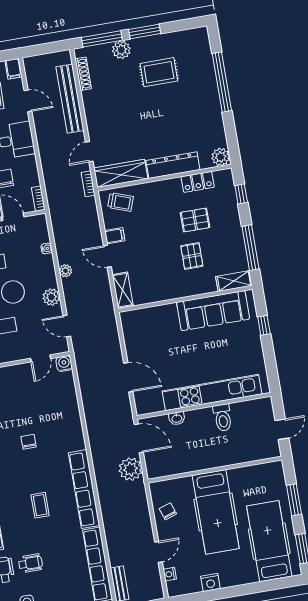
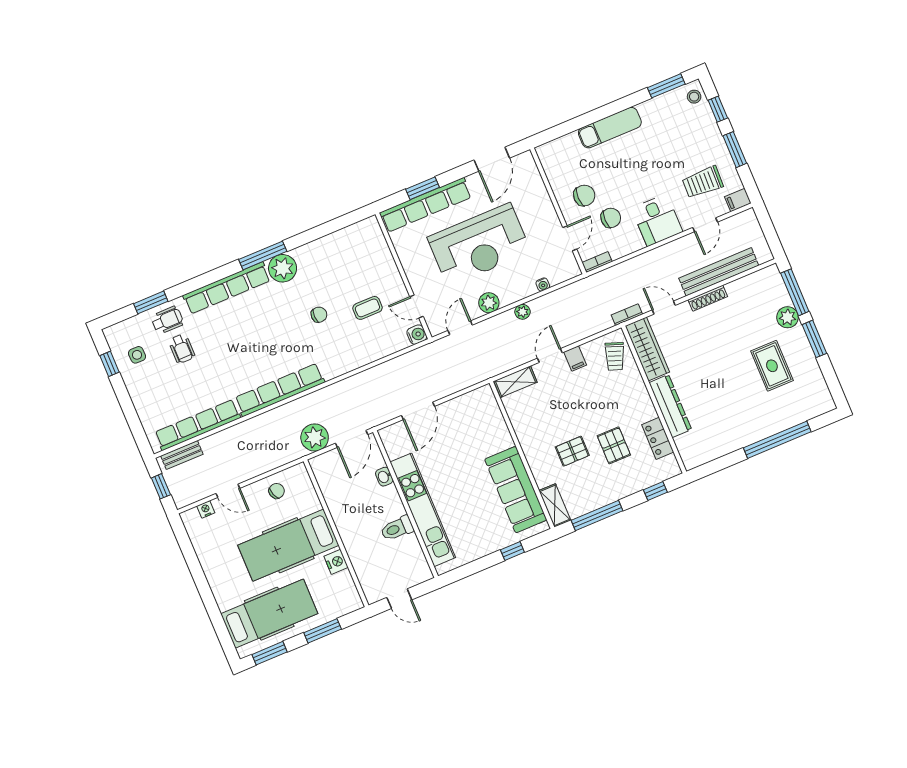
shoe rack: (83, 74) -> (708, 298), moved
plant: (221, 157) -> (692, 458), removed
coffee table: (40, 505) -> (367, 308), moved
nightstand: (210, 582) -> (336, 562), moved, turned 180

